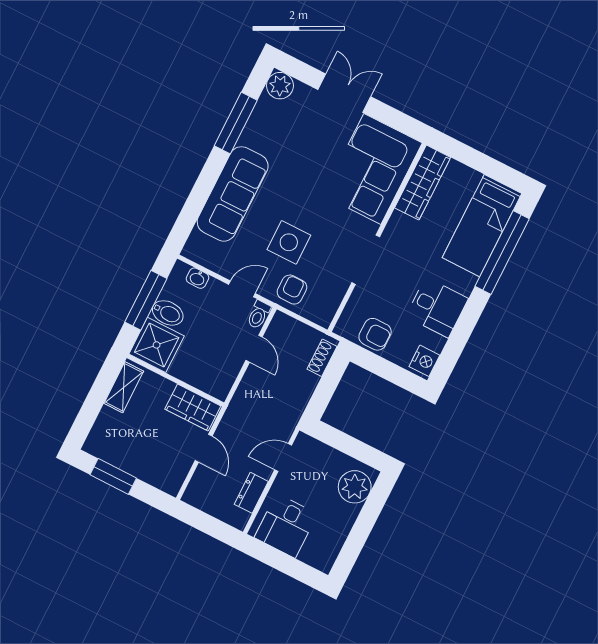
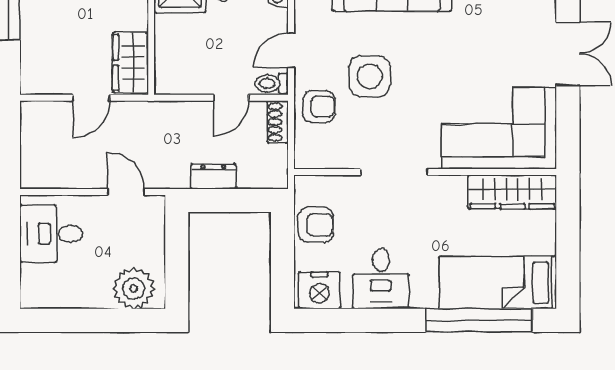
door: (242, 289) -> (291, 50), swing flipped
armchair: (375, 334) -> (316, 225), turned -90
shoe rack: (322, 358) -> (278, 122), moved, turned -90
nightstand: (424, 361) -> (319, 290), width x1.36, depth x1.33
dresser: (251, 493) -> (213, 176), moved

